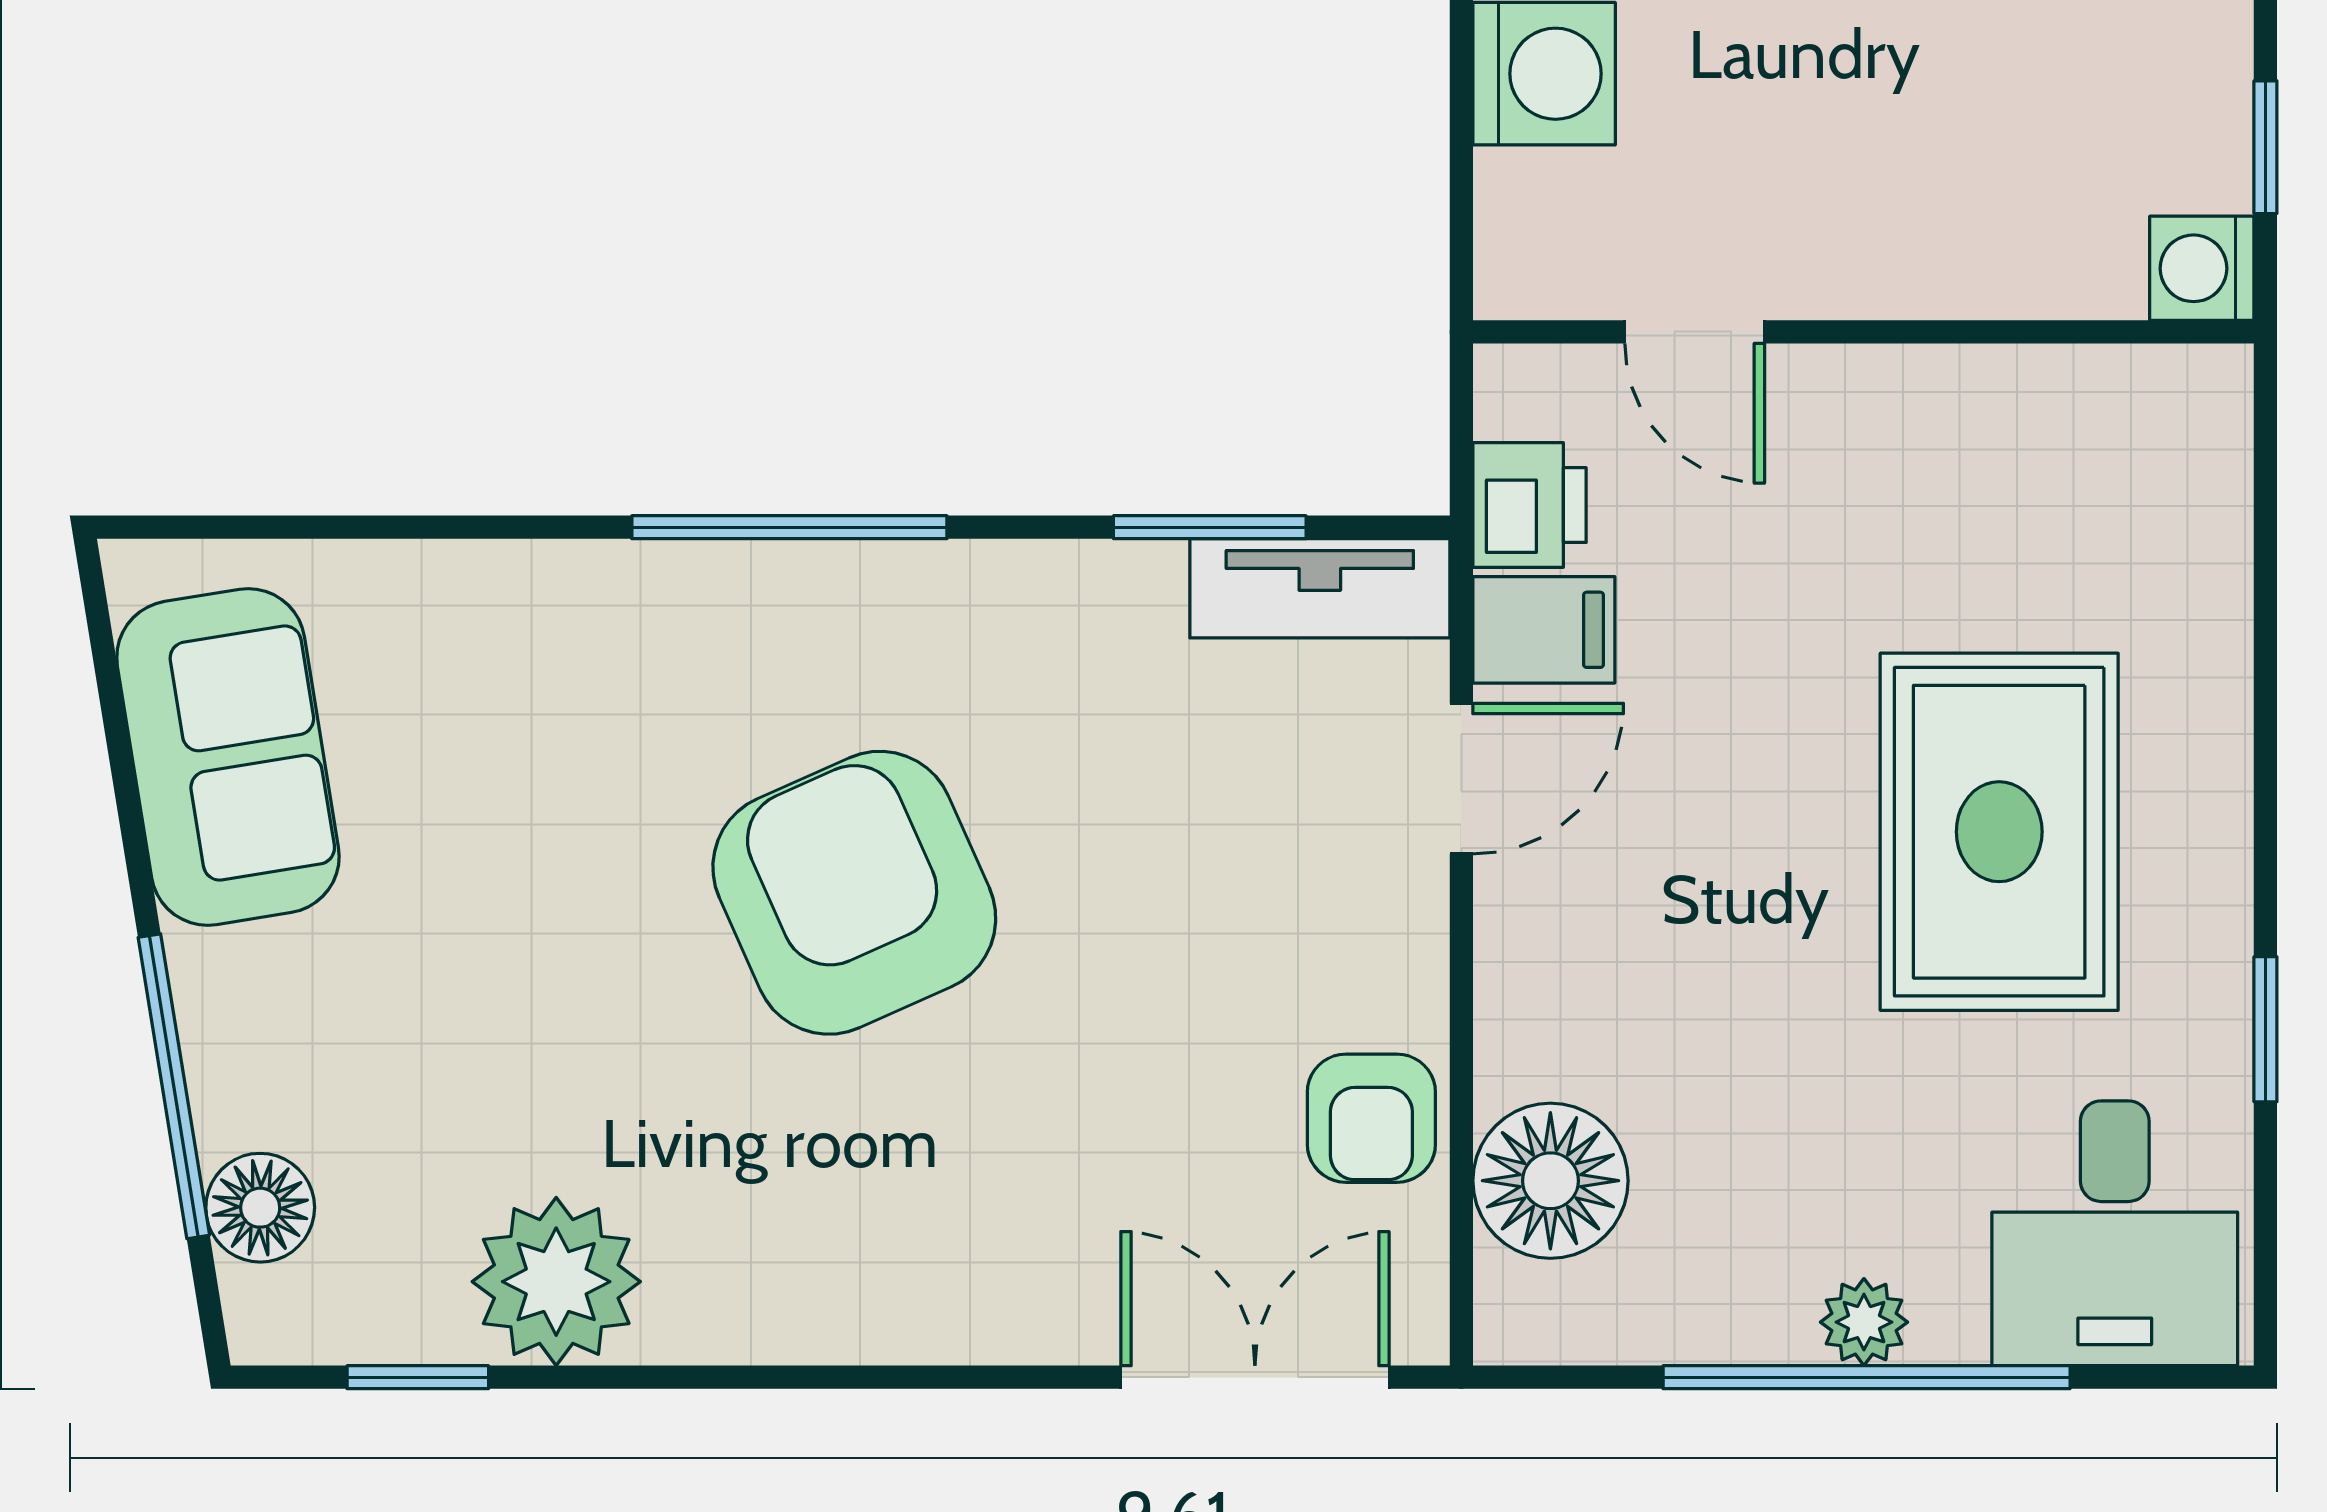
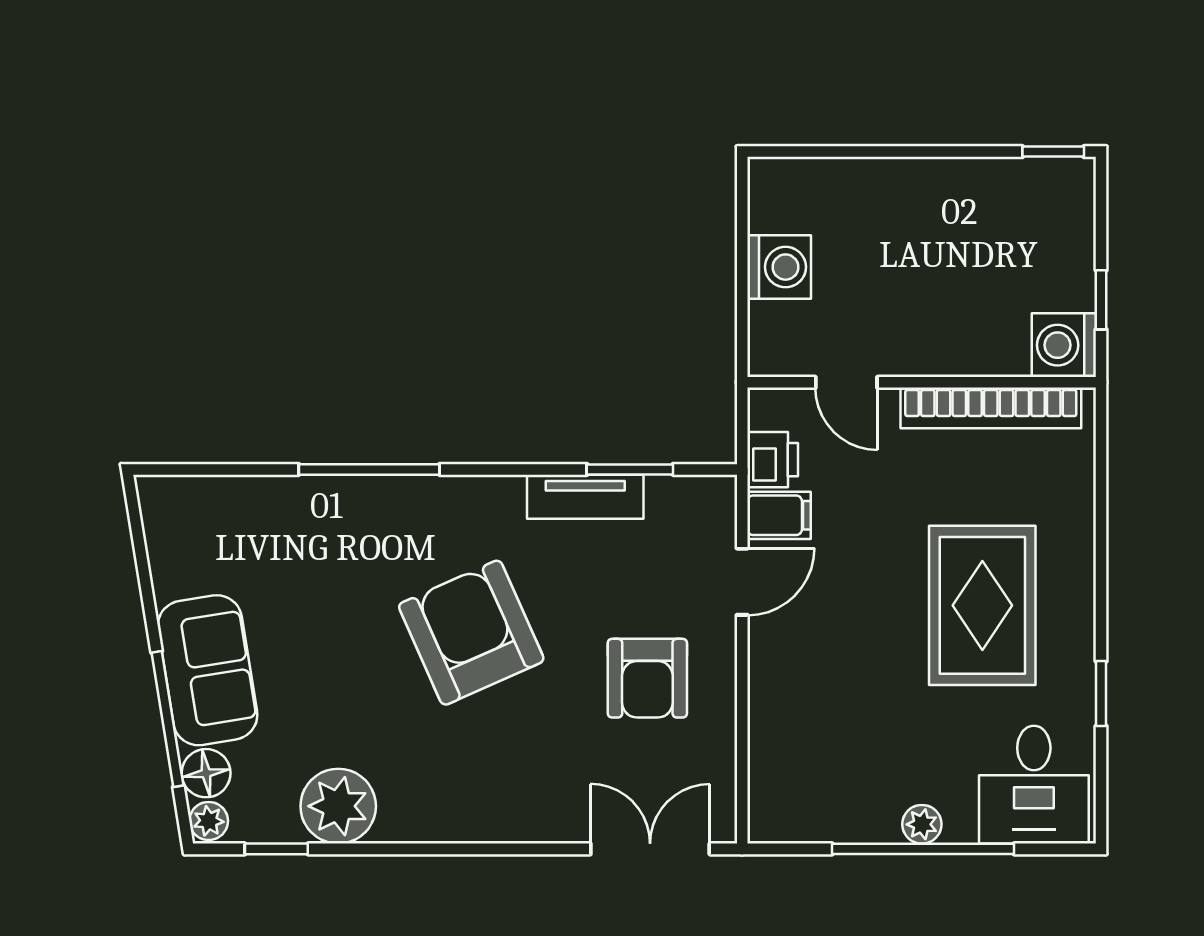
washing machine: (2202, 268) -> (1064, 345), width x1.38, depth x1.38
bookcase: (2018, 389) -> (991, 408), added
window: (789, 527) -> (369, 469), moved
tv unit: (1320, 588) -> (585, 497), moved
sofa: (228, 757) -> (208, 670), moved
armchair: (1371, 1118) -> (647, 678), moved, width x1.38, depth x1.38
floor lamp: (1550, 1181) -> (782, 761), removed
plant: (266, 1315) -> (209, 821), added

